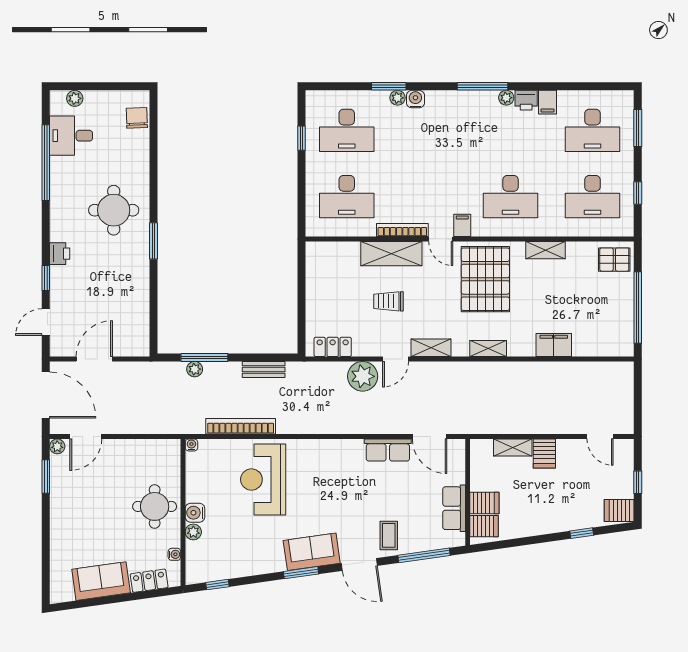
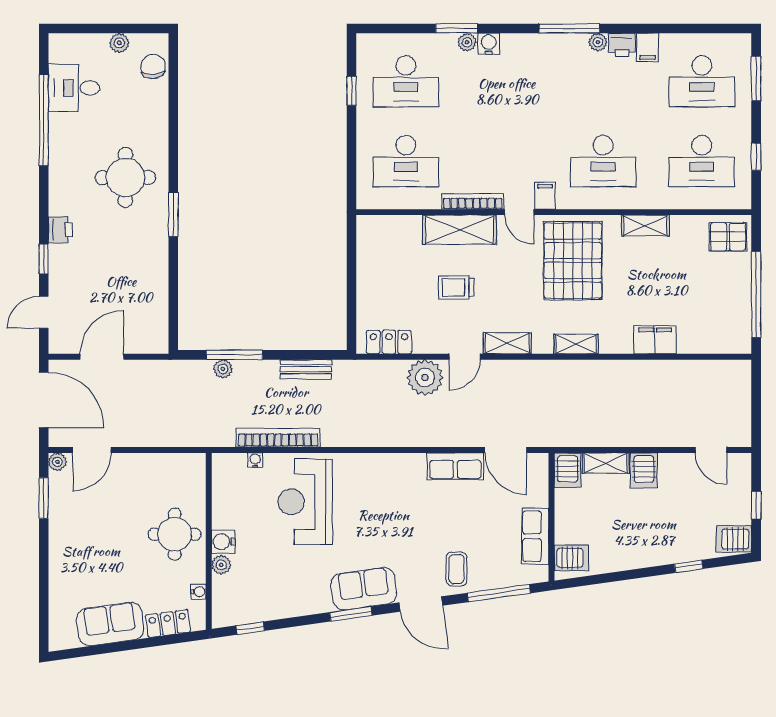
plant: (75, 98) -> (119, 43), moved
water cooler: (191, 445) -> (255, 460), moved
server rack: (484, 503) -> (568, 470), moved, turned 90

